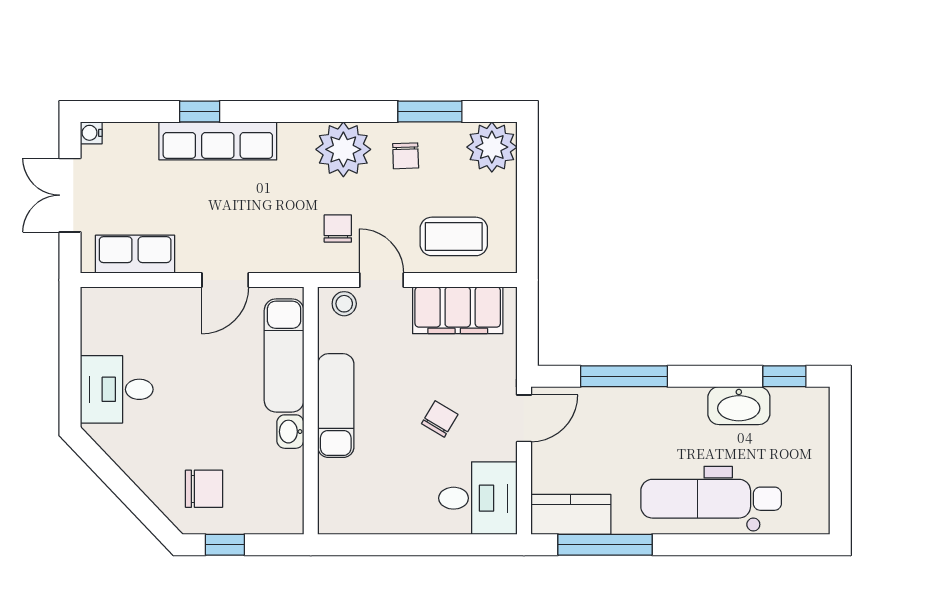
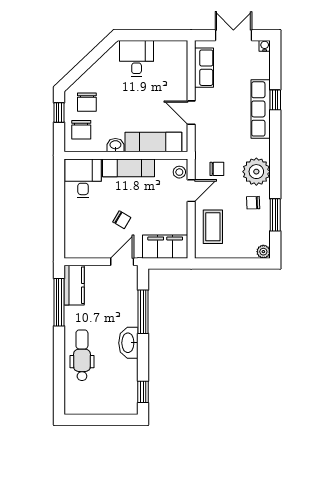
plant: (492, 147) -> (263, 252), width x0.53, depth x0.53
filing cabinet: (458, 310) -> (165, 247), moved, turned 90
washbasin: (739, 406) -> (128, 343), moved
door: (524, 418) -> (122, 262), swing flipped
desk: (478, 498) -> (83, 178), moved, turned 180
dental chair: (711, 499) -> (82, 355), width x0.73, depth x0.72
chair: (259, 500) -> (81, 130), added

